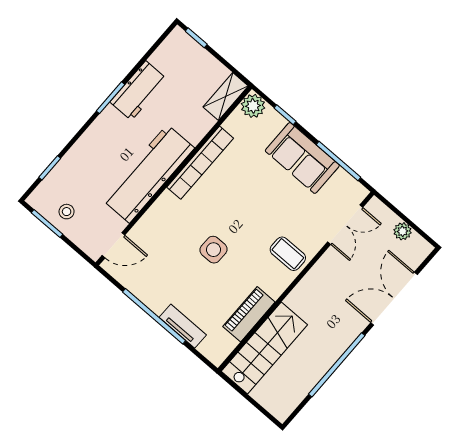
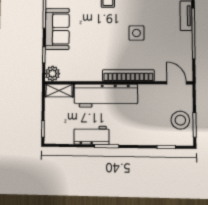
bookcase: (200, 163) -> (128, 75), moved
workbench: (148, 174) -> (106, 96), moved
stool: (67, 212) -> (180, 120), width x1.89, depth x1.89

